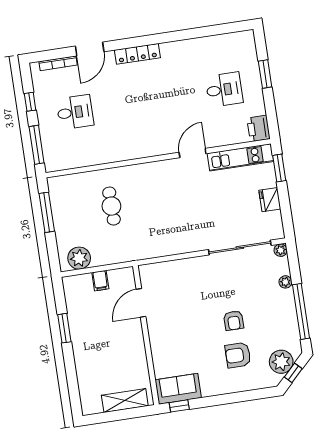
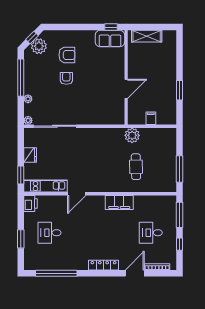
window: (205, 31) -> (56, 273), added
filing cabinet: (128, 150) -> (119, 202), added
plant: (79, 258) -> (132, 135), moved
door: (141, 303) -> (126, 89), moved

